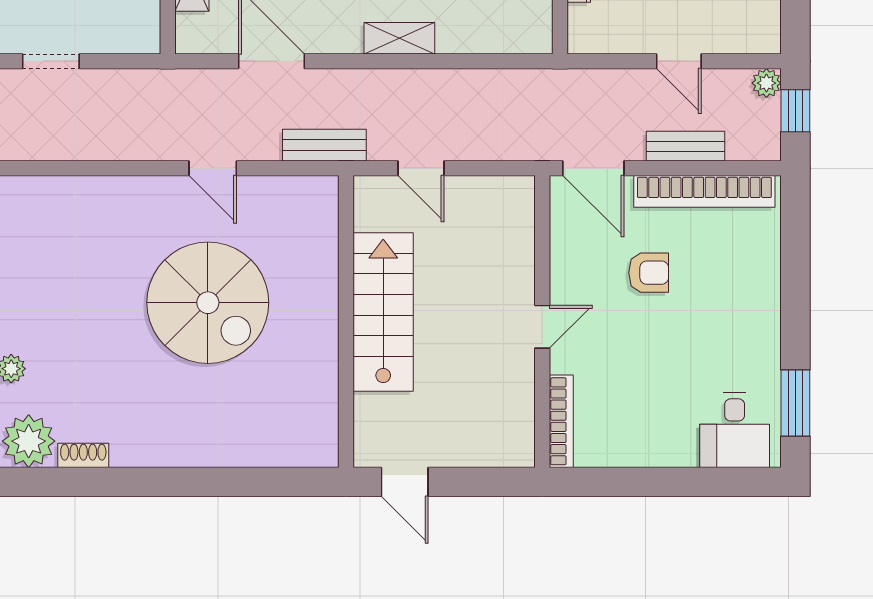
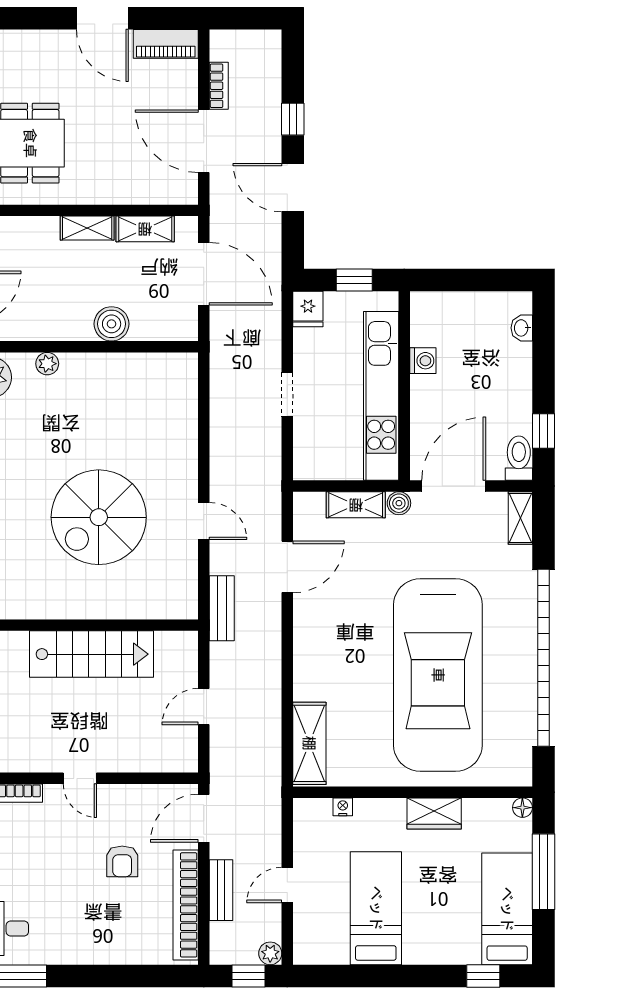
shelving: (399, 38) -> (309, 743), moved, width x1.50, depth x1.33
door: (213, 168) -> (204, 521), swing flipped
door: (421, 168) -> (204, 707), moved

